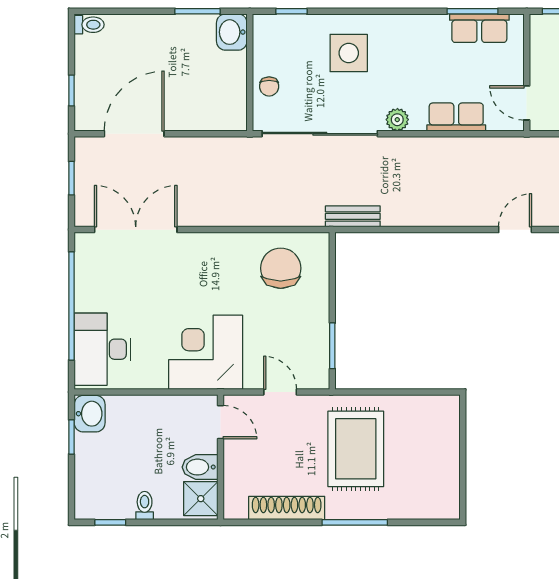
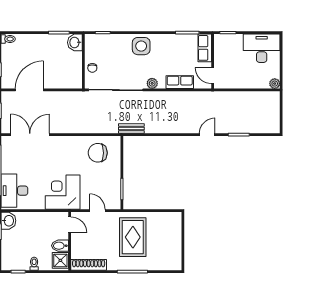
row of seats: (479, 28) -> (205, 48), moved, turned 90
side table: (349, 53) -> (141, 46), moved
chair: (281, 268) -> (98, 153), turned -90
shoe rack: (287, 508) -> (89, 265), moved

